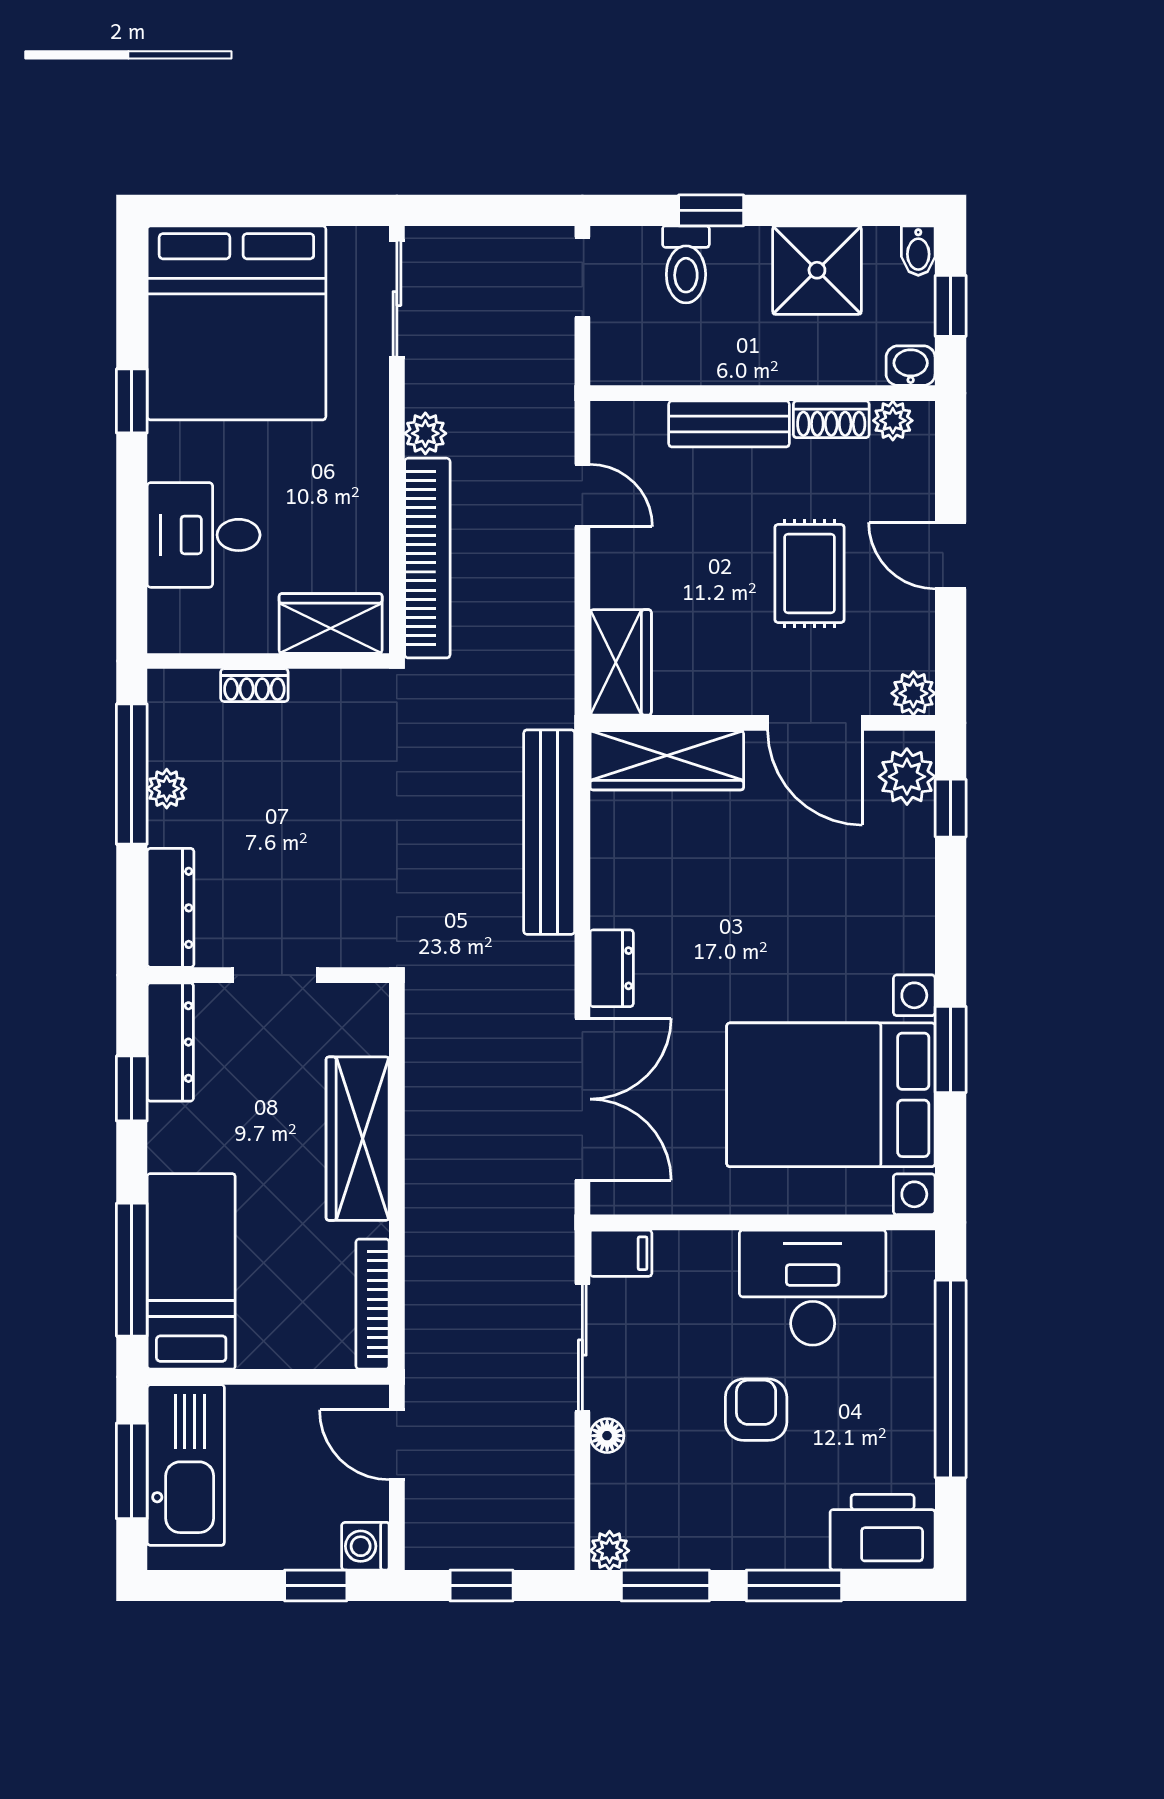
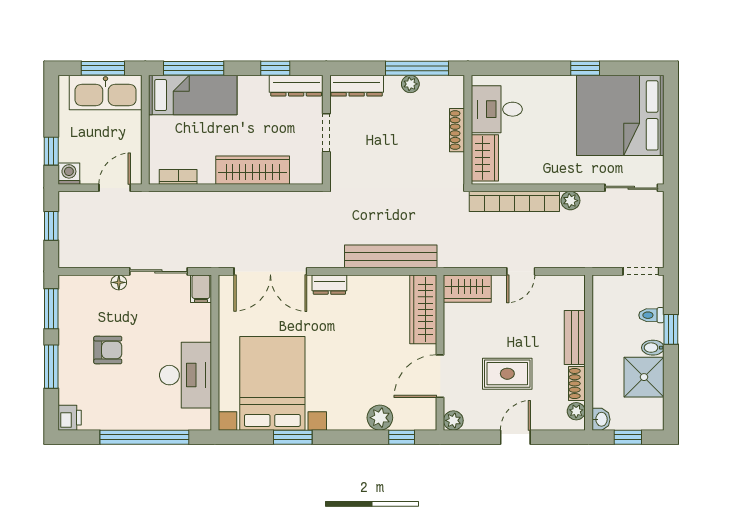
bidet: (918, 251) -> (653, 348), moved
toilet: (686, 264) -> (651, 315), width x0.73, depth x0.72
door: (582, 496) -> (521, 271), moved
desk: (204, 535) -> (497, 109), moved, turned -90
shoe rack: (254, 685) -> (457, 130), width x1.43
plant: (907, 777) -> (380, 418), moved
bookcase: (373, 1304) -> (178, 177), width x0.64
armchair: (756, 1410) -> (108, 350), moved
printer: (883, 1532) -> (70, 418), width x0.53, depth x0.68
plant: (610, 1551) -> (67, 284), removed

